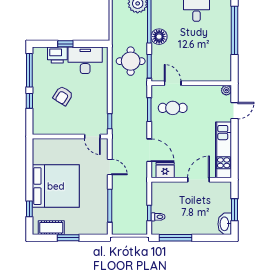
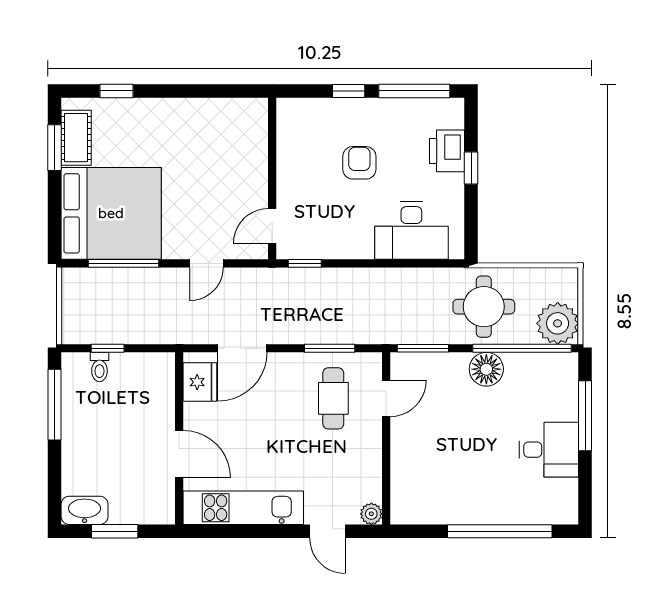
desk: (85, 60) -> (411, 231), moved, turned 90
round table: (131, 61) -> (484, 307), moved
armchair: (63, 96) -> (359, 163), turned 58
bed: (56, 186) -> (111, 213), moved, turned -90
window: (68, 238) -> (54, 148), moved

